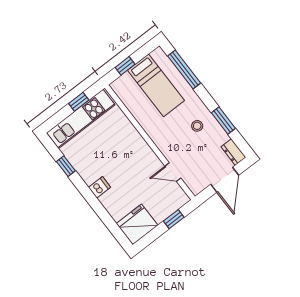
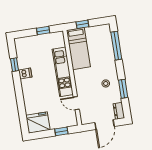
bed: (156, 85) -> (78, 49), moved
kitchen unit: (81, 119) -> (63, 72), moved, turned 90
dishwasher: (99, 187) -> (25, 73), moved

